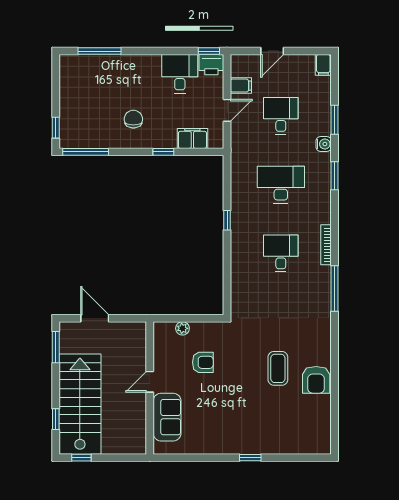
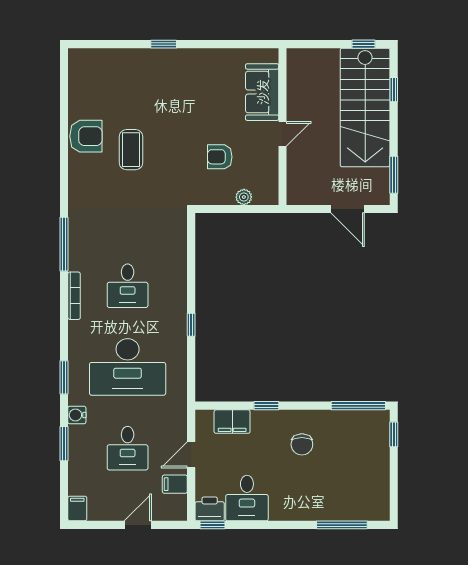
desk: (281, 185) -> (128, 367), width x1.36, depth x1.30
armchair: (316, 380) -> (86, 136), turned 90

